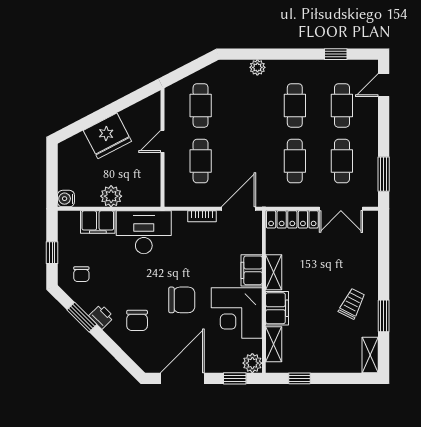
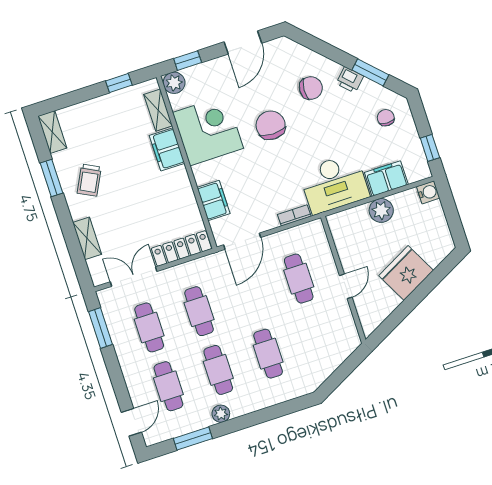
window: (336, 54) -> (193, 438), width x1.50
plant: (257, 67) -> (221, 414), moved
cafe table: (201, 105) -> (268, 354), moved
bookcase: (202, 216) -> (294, 215), moved
window: (52, 253) -> (430, 148), moved
filing cabinet: (252, 270) -> (214, 201), moved
shelving: (274, 272) -> (87, 238), moved
chair: (182, 300) -> (271, 125), turned 90
chair: (137, 320) -> (311, 88), turned 93
door: (182, 378) -> (243, 42), width x0.73

